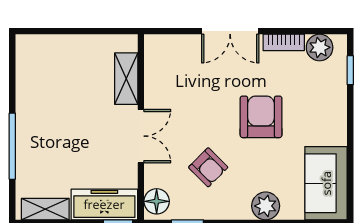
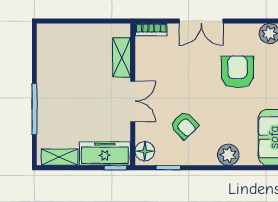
bookcase: (284, 42) -> (151, 30), moved
armchair: (261, 117) -> (237, 72), moved

